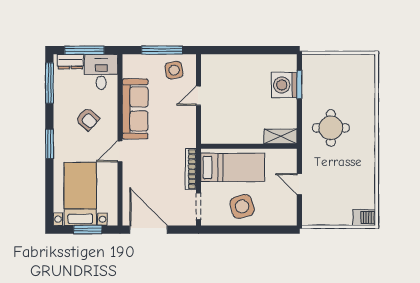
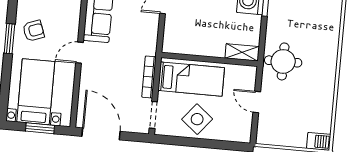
armchair: (87, 119) -> (33, 31), moved, turned -62
round table: (331, 128) -> (283, 61), moved
side table: (242, 206) -> (197, 119), turned -36

